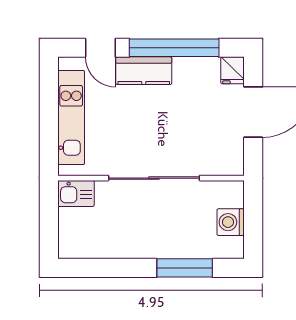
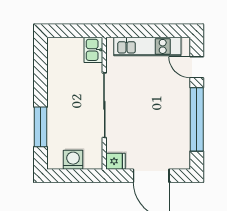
door: (100, 48) -> (197, 67), hinge flipped
fridge: (232, 70) -> (116, 161), moved, turned 180
kitchen counter: (144, 71) -> (180, 98), removed

